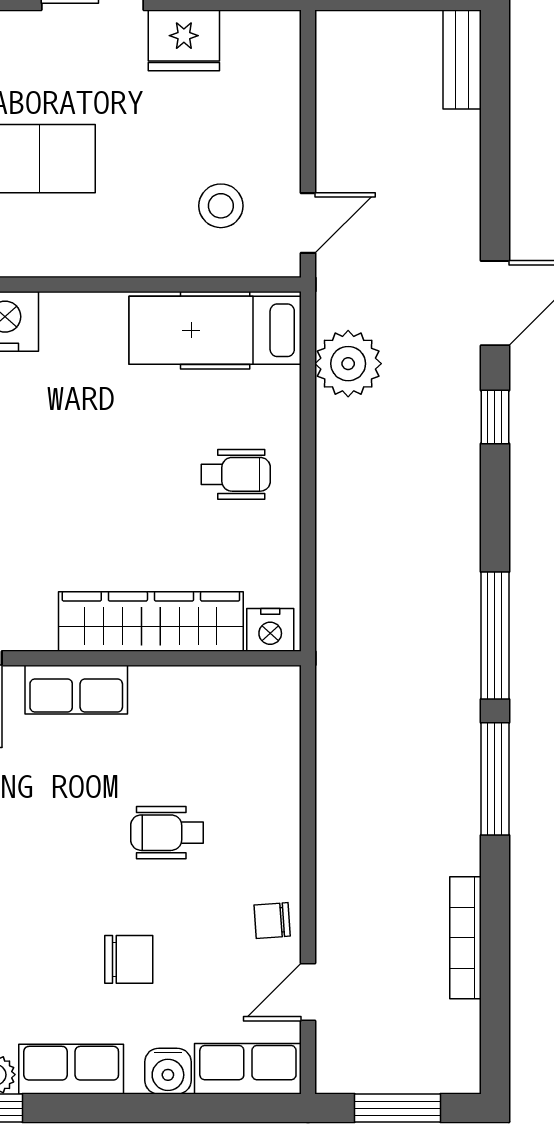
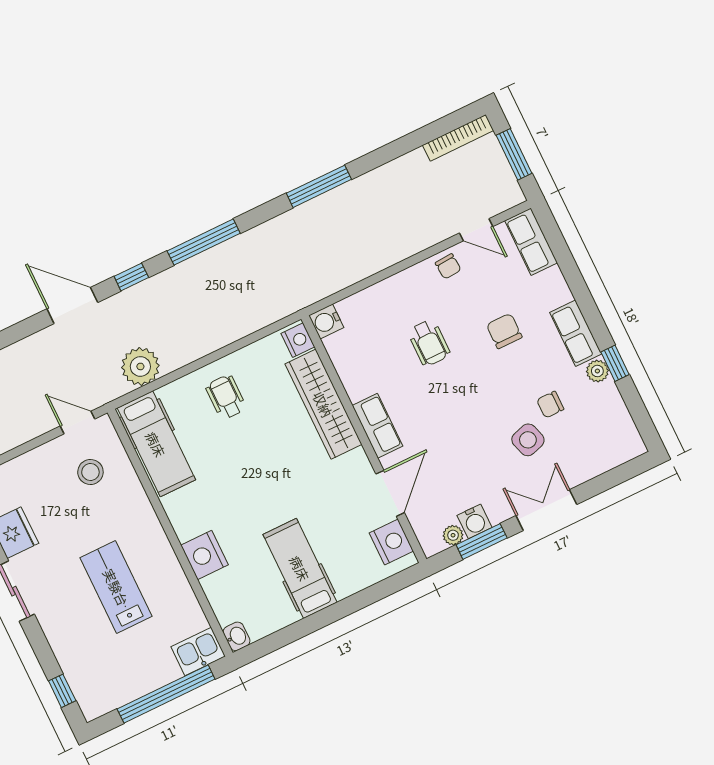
window: (495, 636) -> (204, 242), moved
bookcase: (465, 938) -> (458, 138), moved
water cooler: (168, 1071) -> (326, 321), moved, turned 180

